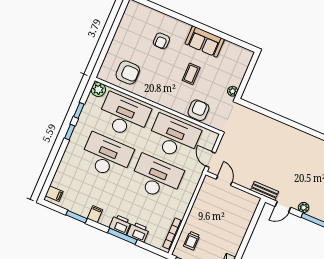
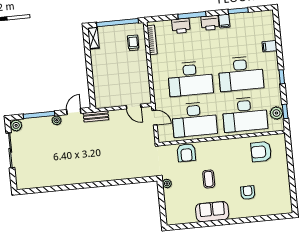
plant: (98, 89) -> (276, 113), moved
window: (79, 110) -> (285, 111), moved
filing cabinet: (54, 194) -> (269, 46), moved
printer: (120, 225) -> (210, 23), moved

